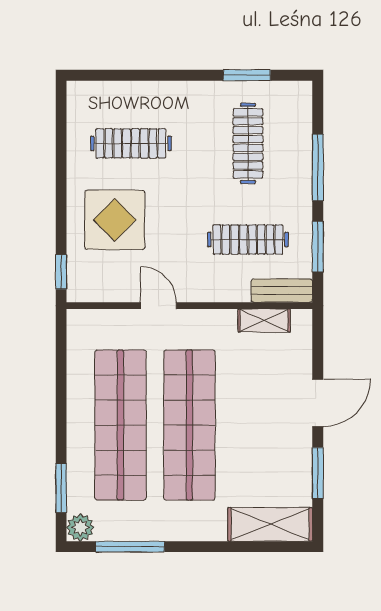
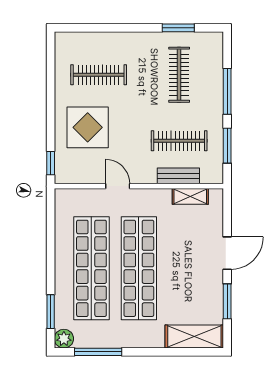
bench: (282, 291) -> (178, 176), moved

